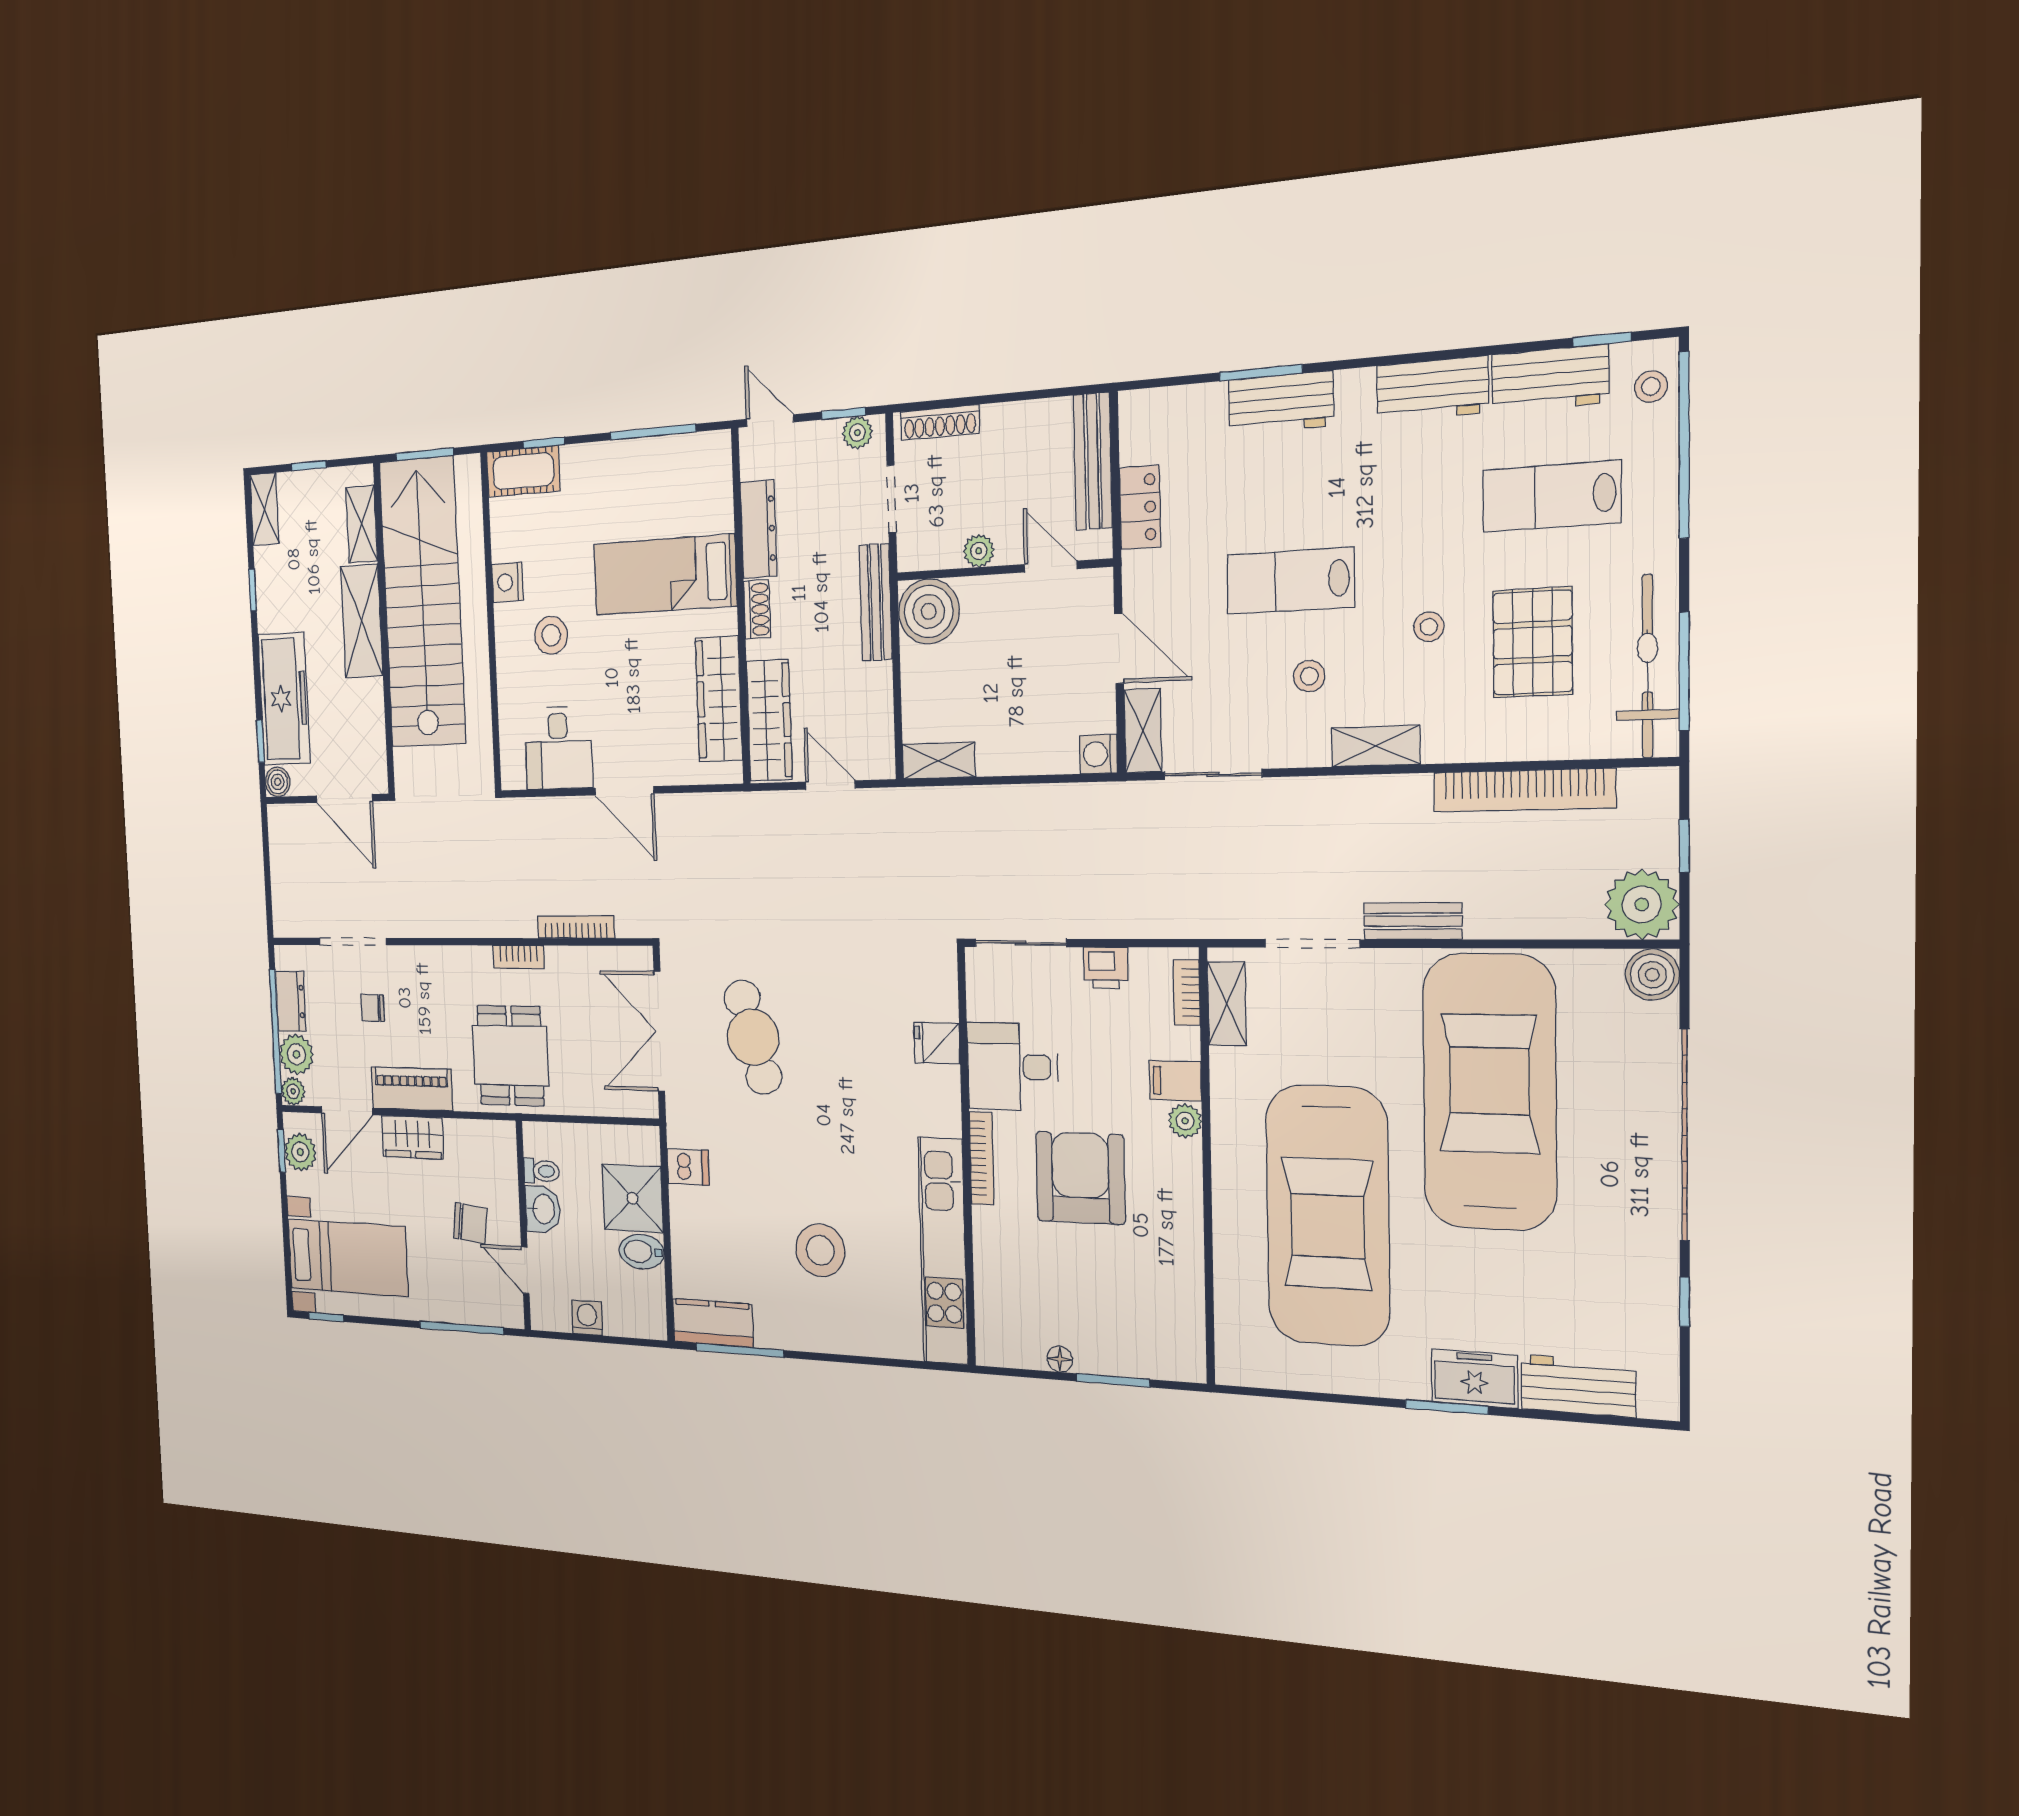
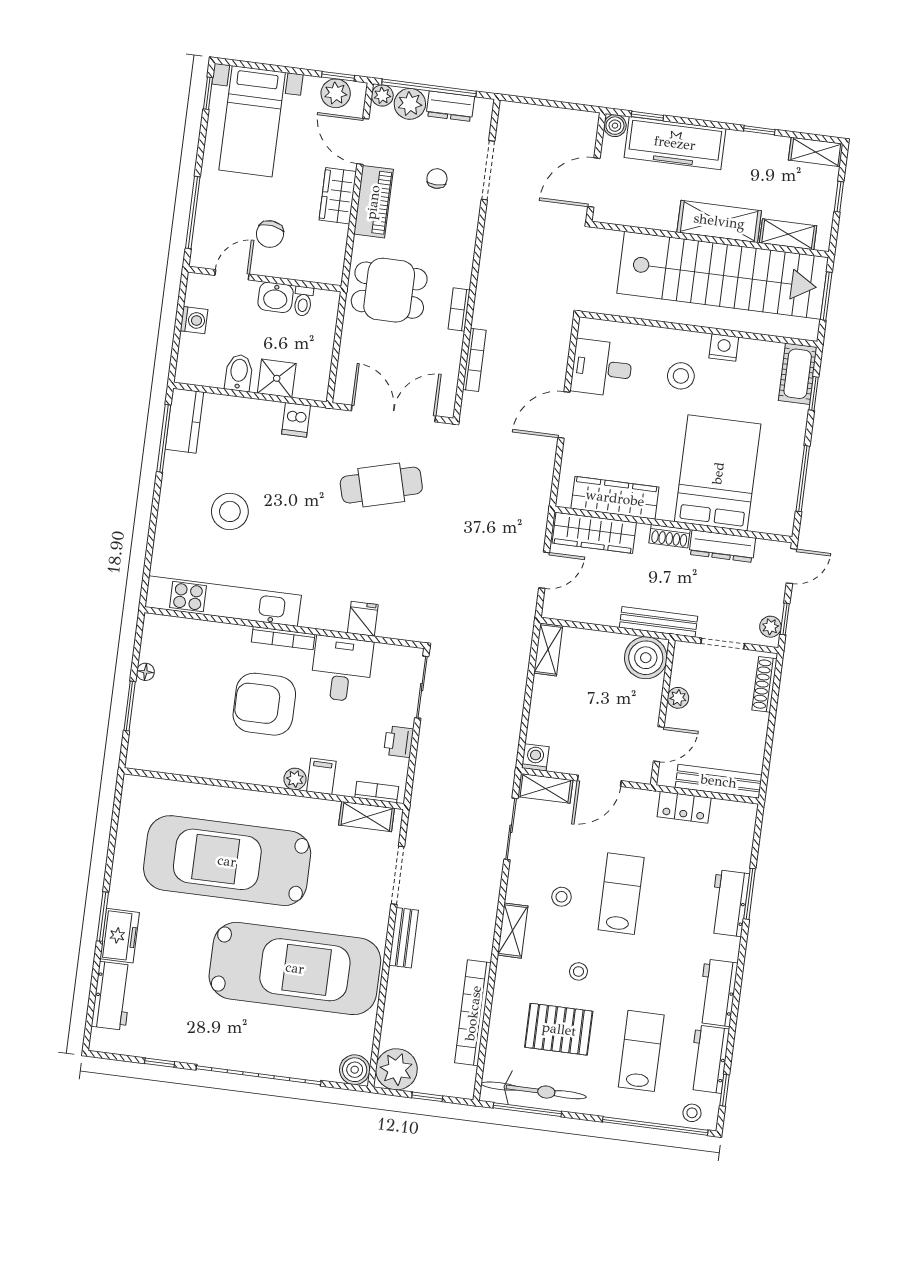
bed: (665, 575) -> (718, 473), width x1.50
armchair: (1080, 1178) -> (264, 704), turned 180
shower: (633, 1198) -> (277, 378), width x0.73, depth x0.73

